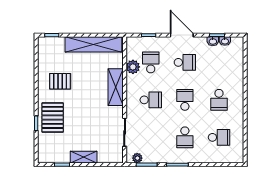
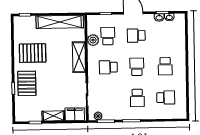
school desk: (185, 62) -> (136, 36), turned 180
pallet: (60, 81) -> (33, 53), width x1.50, depth x1.42
school desk: (151, 100) -> (108, 67), turned 180
filing cabinet: (109, 155) -> (75, 114), added

